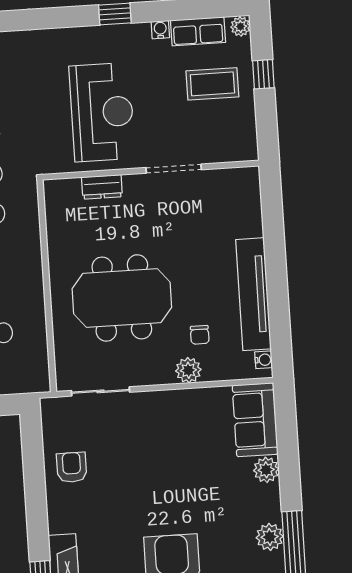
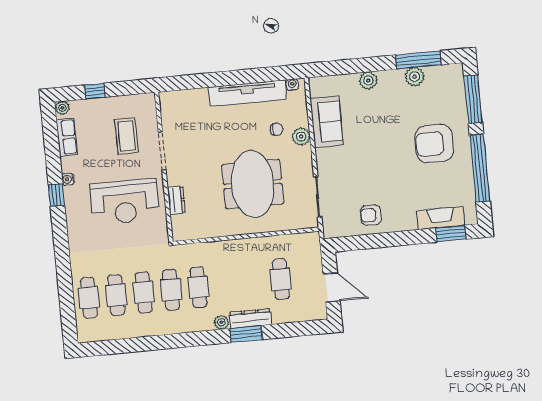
water cooler: (160, 30) -> (68, 179), moved
coffee table: (212, 84) -> (126, 136), moved
reception desk: (102, 112) -> (125, 202), turned 180
sofa: (255, 420) -> (327, 122), moved, turned -90

